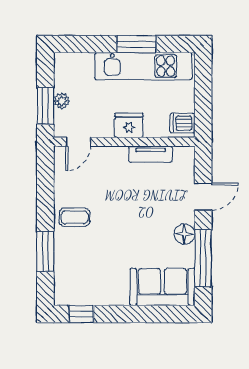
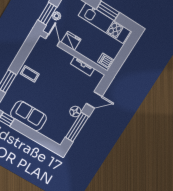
fridge: (129, 125) -> (71, 41), moved
door: (78, 142) -> (53, 40), swing flipped
sofa: (162, 287) -> (29, 116), moved

